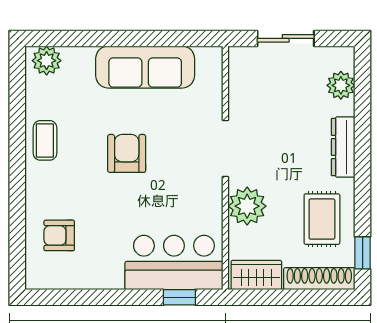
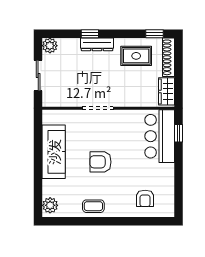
plant: (341, 85) -> (50, 46), moved
window: (363, 134) -> (90, 34), added
plant: (247, 206) -> (129, 96), removed

